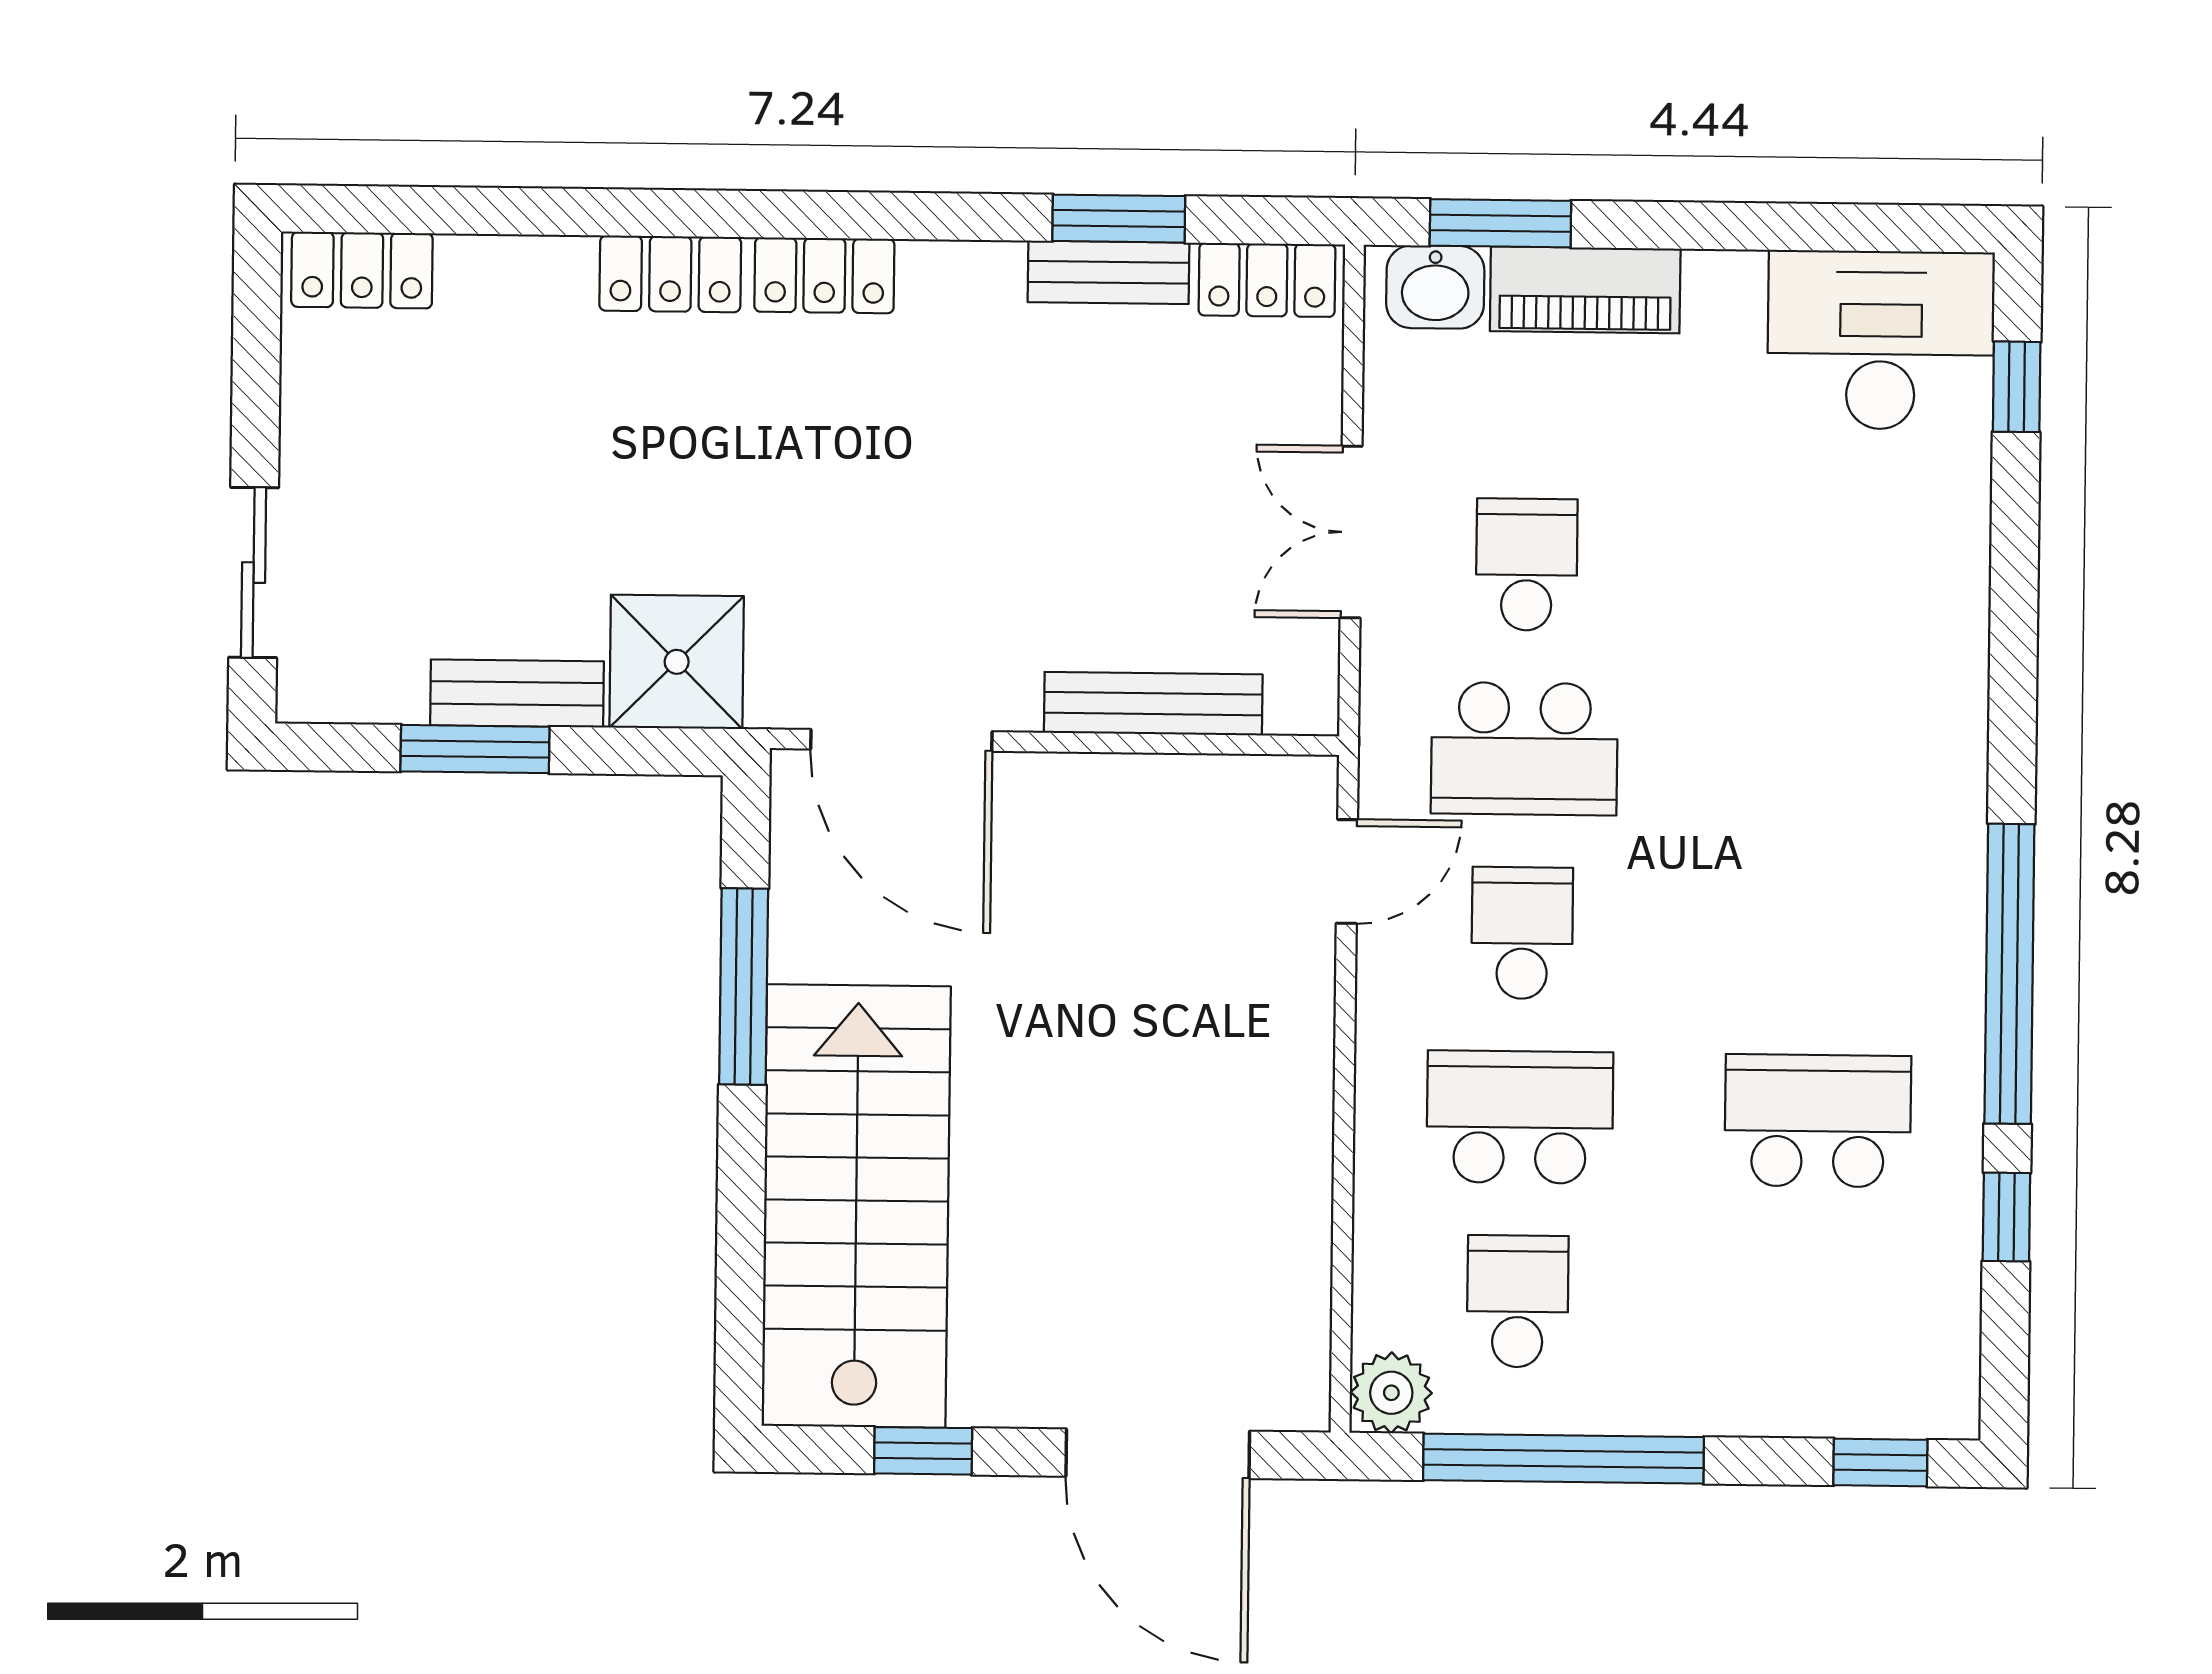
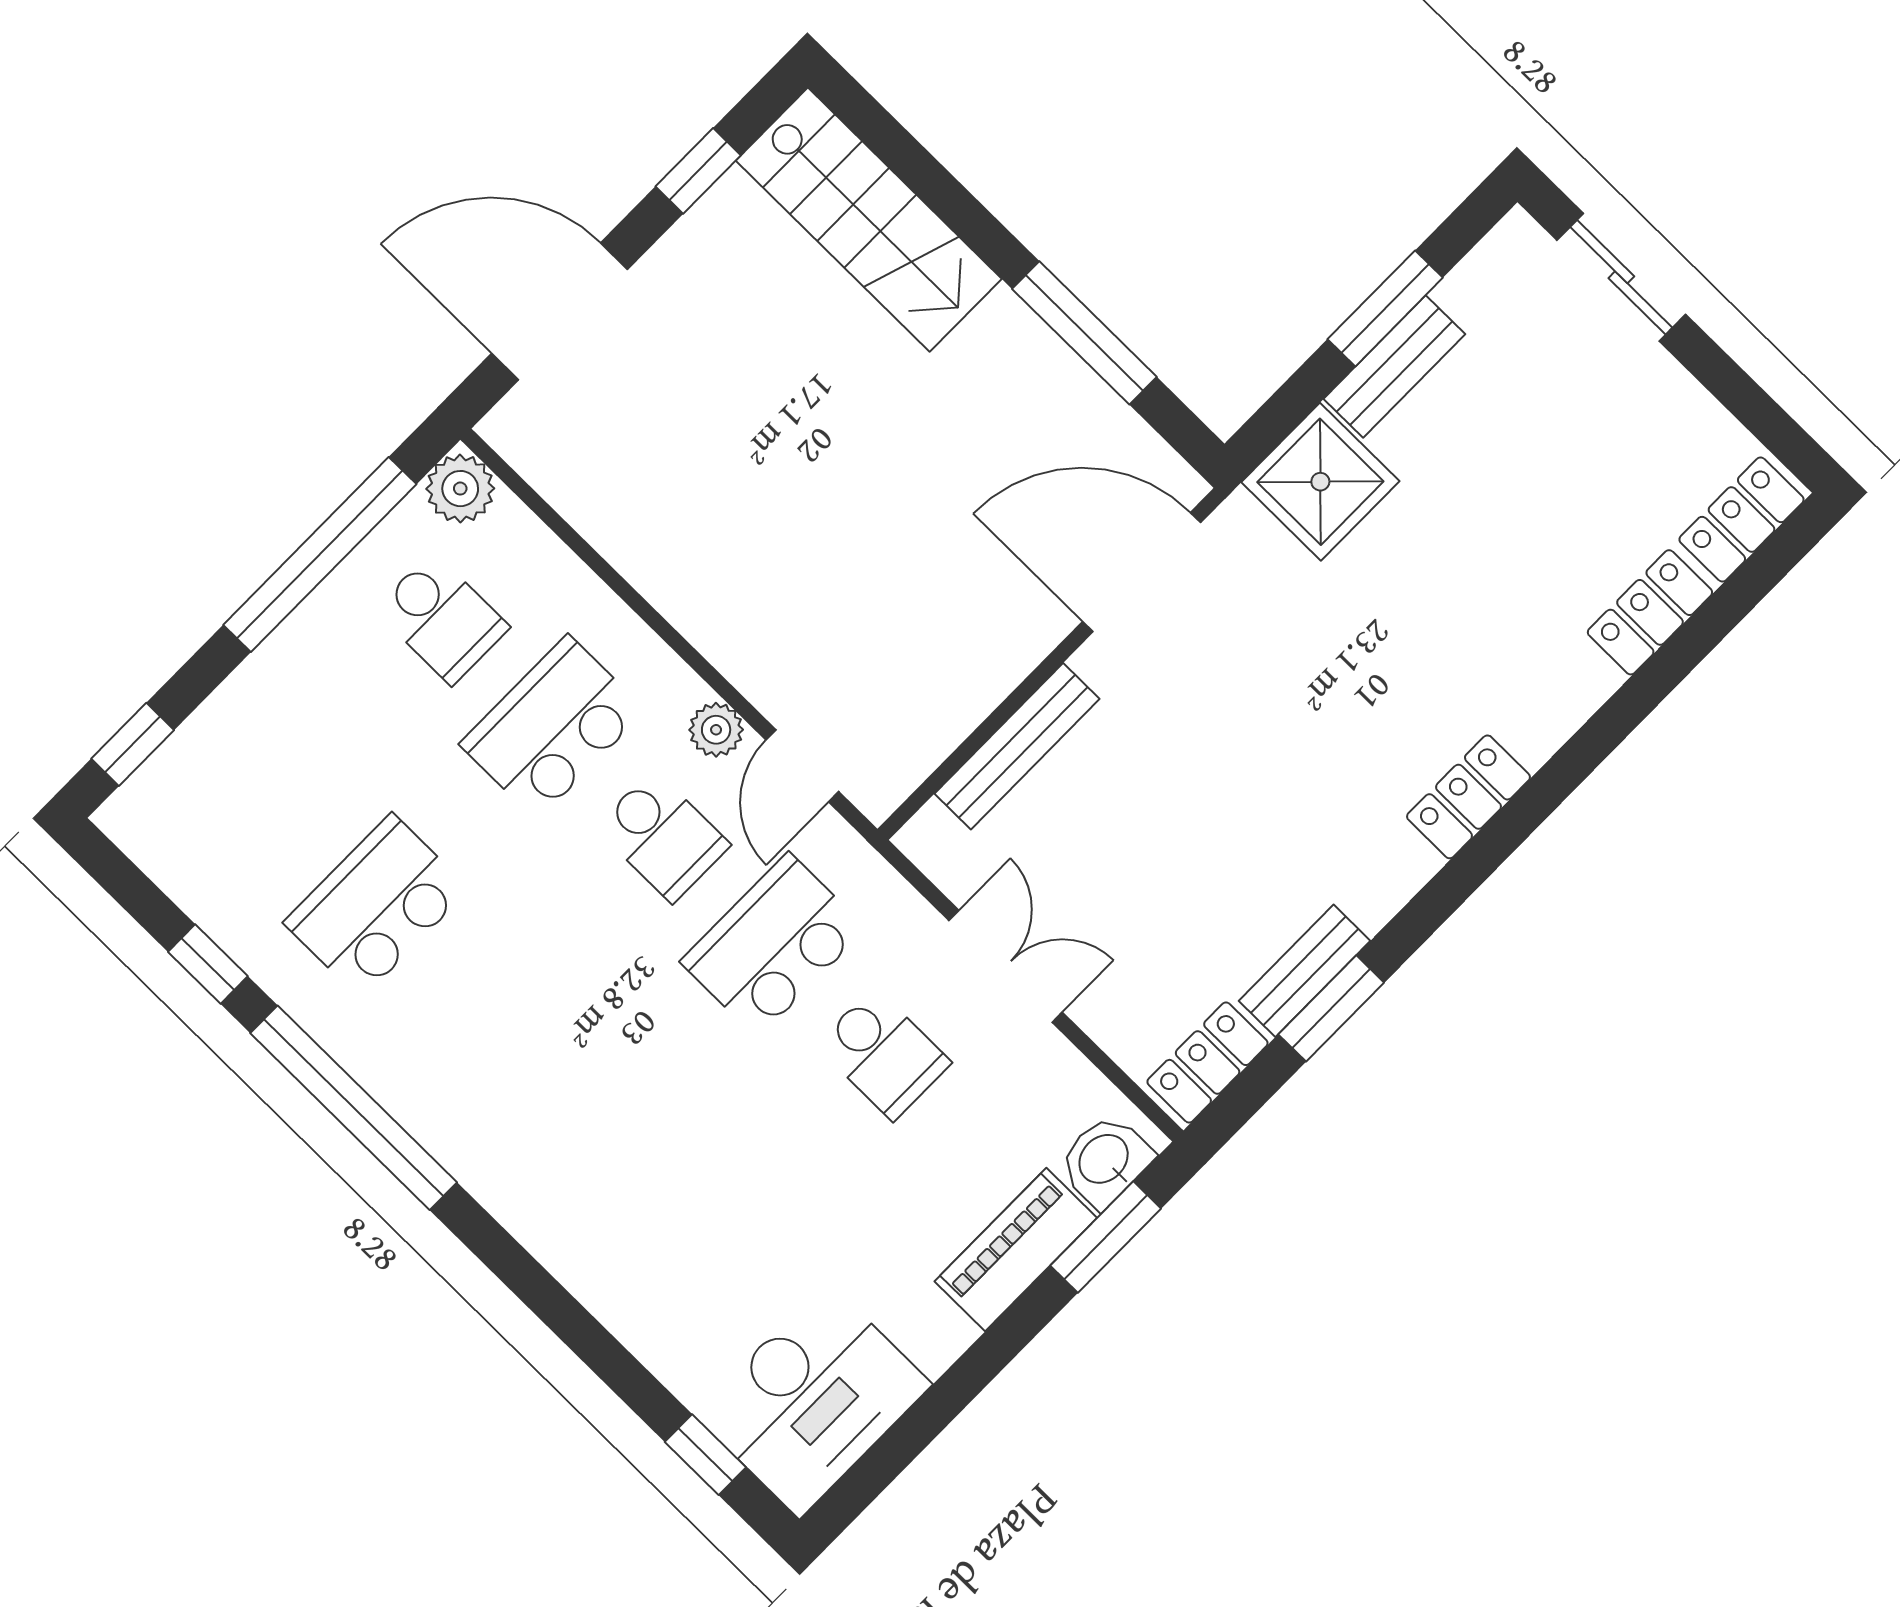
locker: (670, 274) -> (1650, 612), moved
plant: (1387, 975) -> (716, 730), added
school desk: (1520, 1117) -> (552, 727), turned 180
school desk: (1818, 1121) -> (376, 906), turned 180
stairs: (856, 1206) -> (869, 220), width x0.73, depth x0.66

